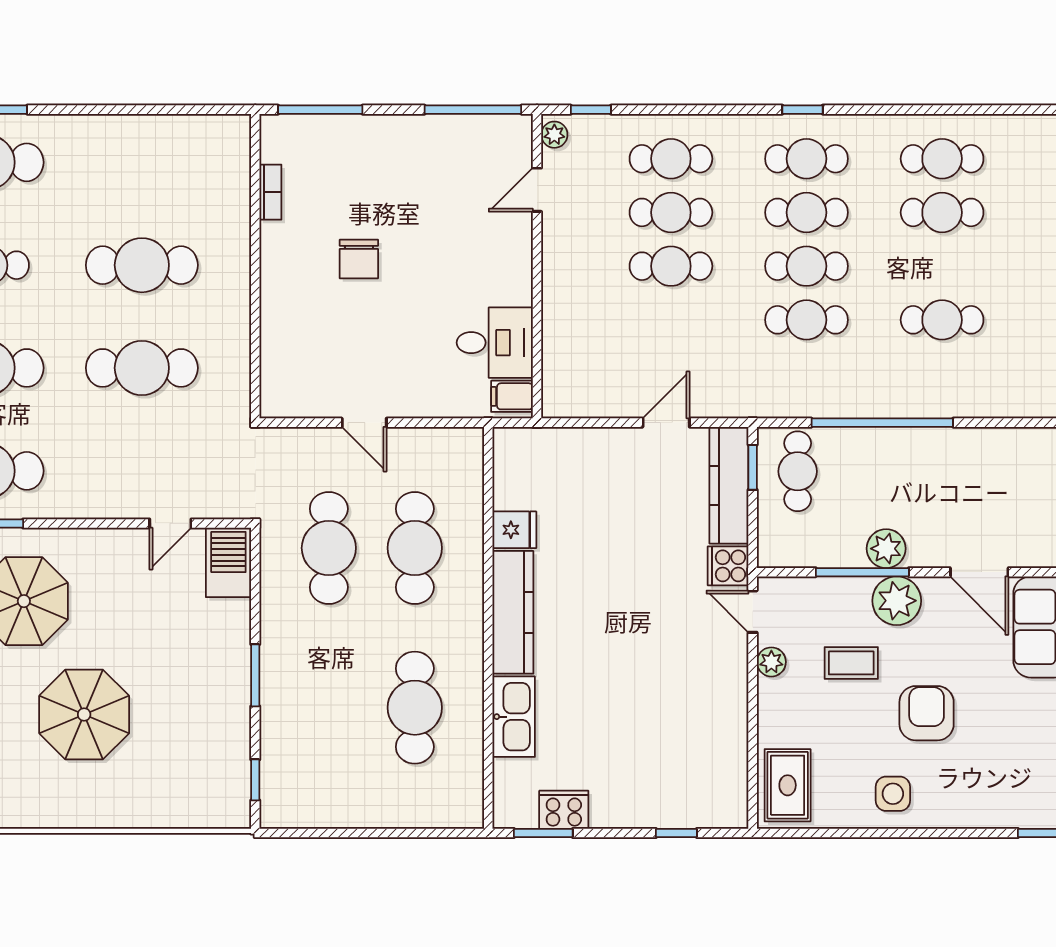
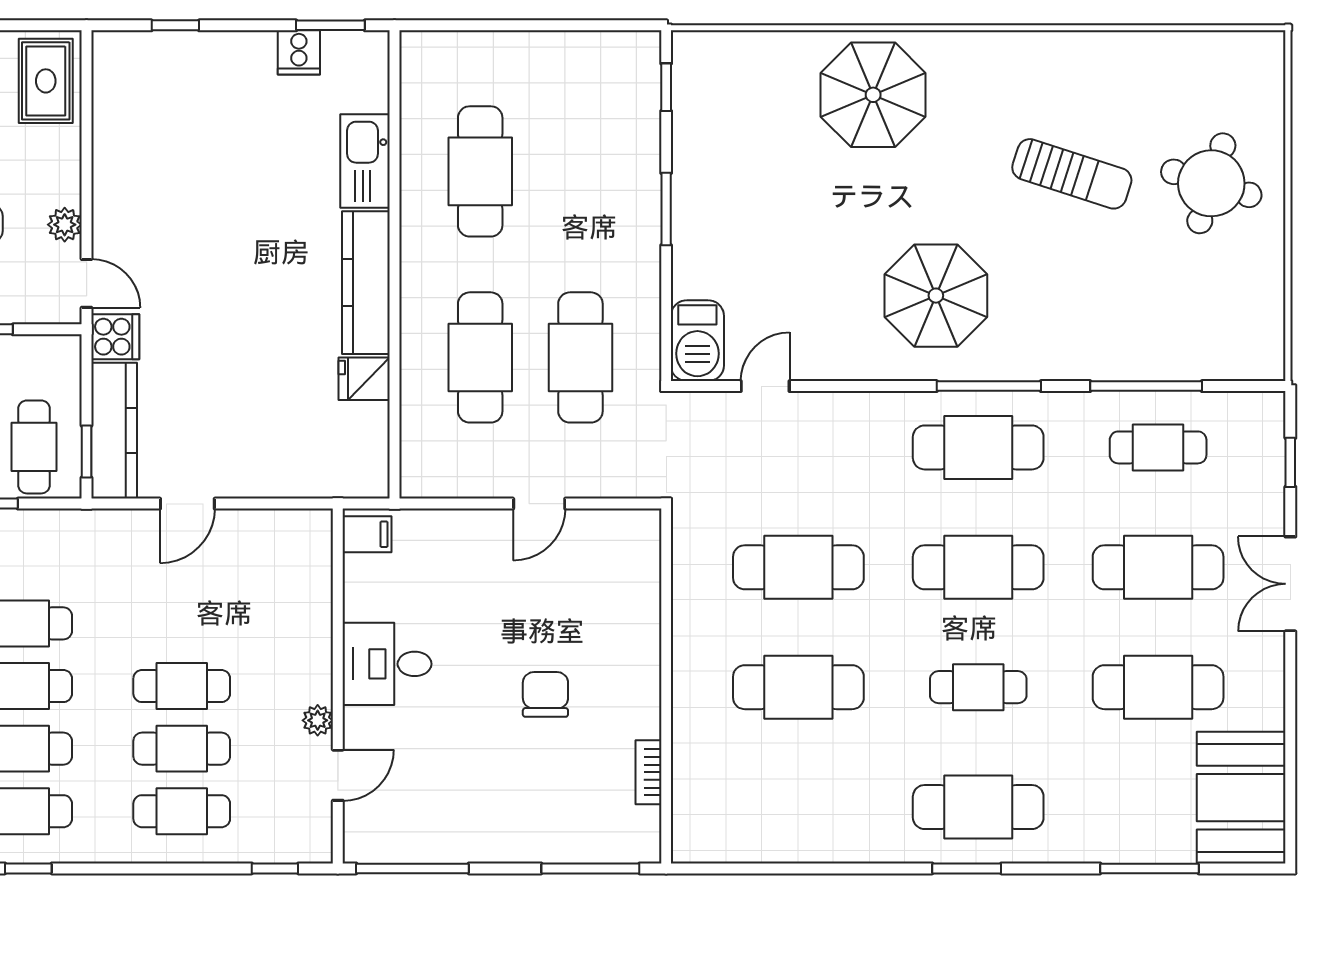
plant: (554, 135) -> (318, 720), moved
desk: (495, 343) -> (387, 664), moved
door: (364, 423) -> (539, 504), swing flipped
parasol: (84, 715) -> (873, 95), moved
cooker: (564, 810) -> (299, 52), width x0.73

